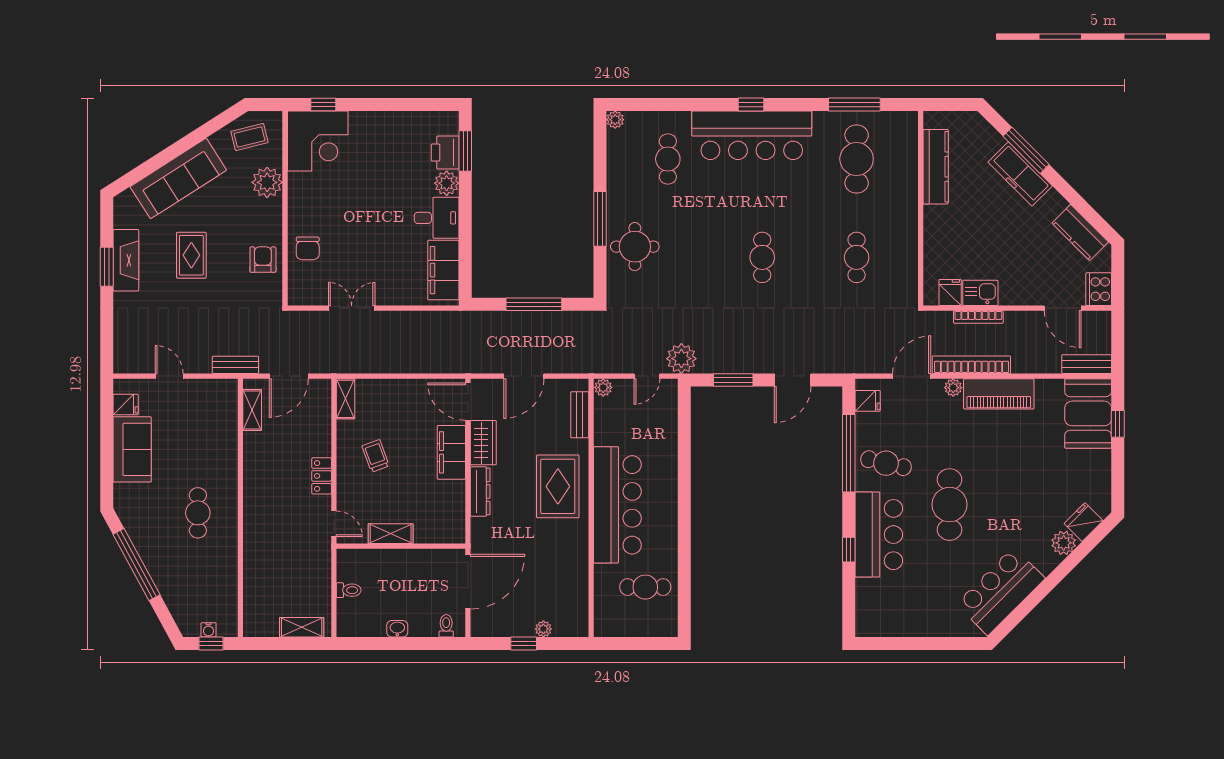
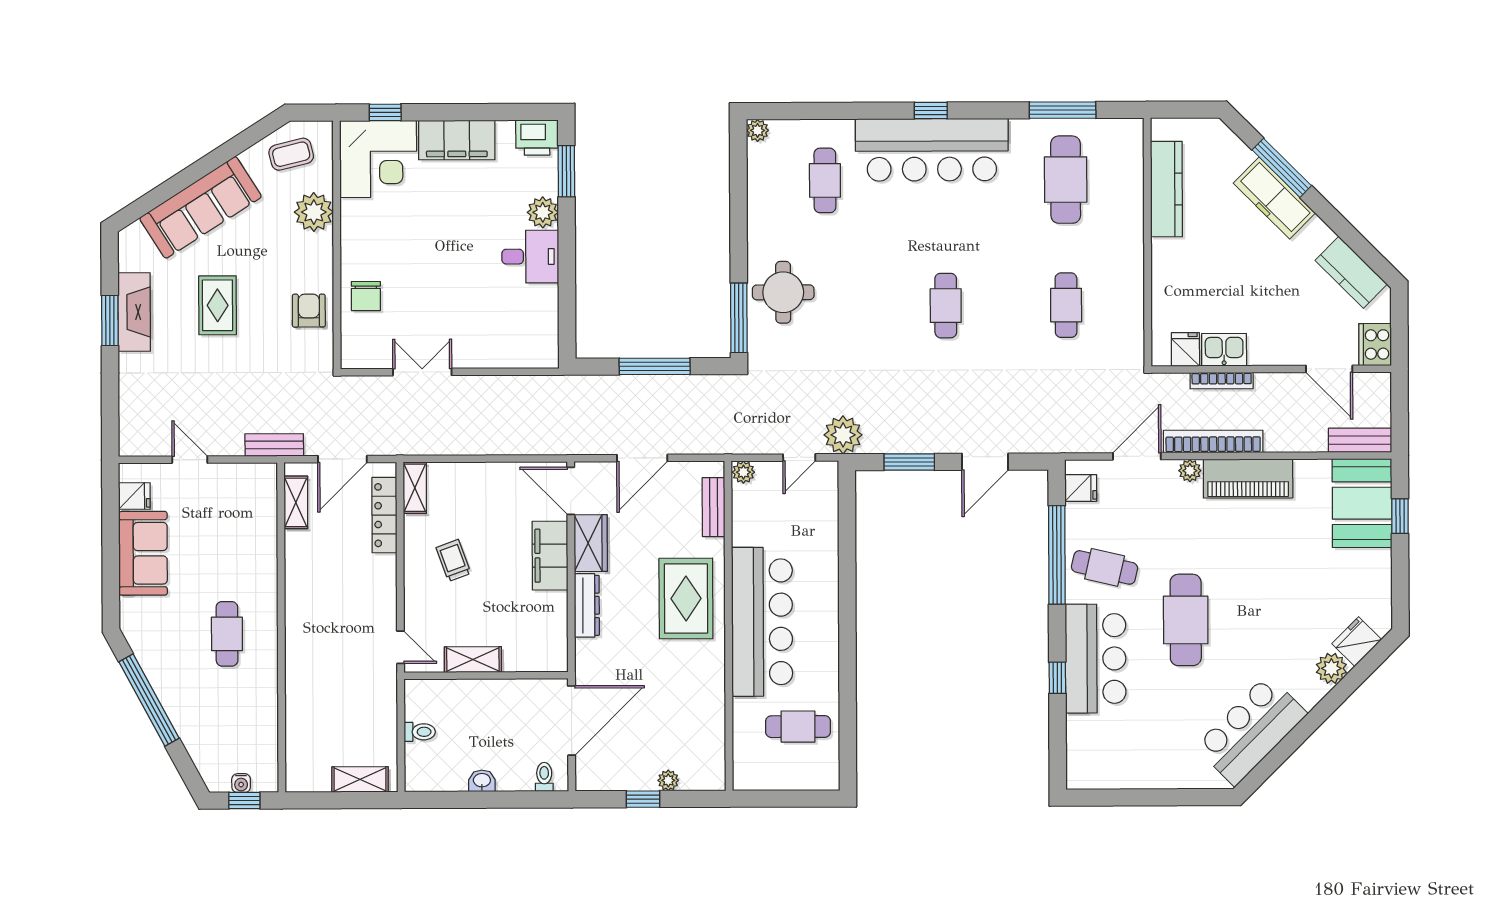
printer: (445, 153) -> (537, 138), moved, turned -90
window: (600, 219) -> (739, 318), moved
filing cabinet: (443, 270) -> (457, 140), moved, turned -90
locker: (322, 476) -> (384, 515), moved, width x1.53

